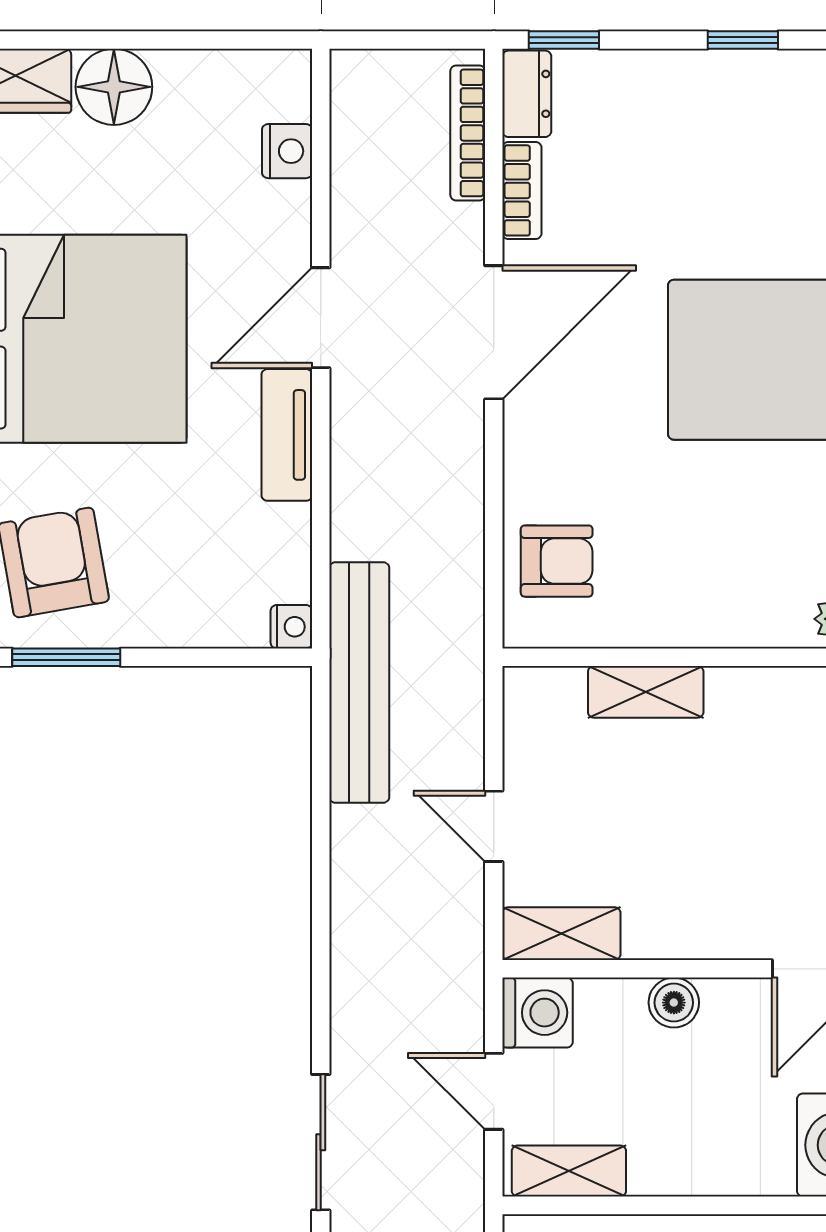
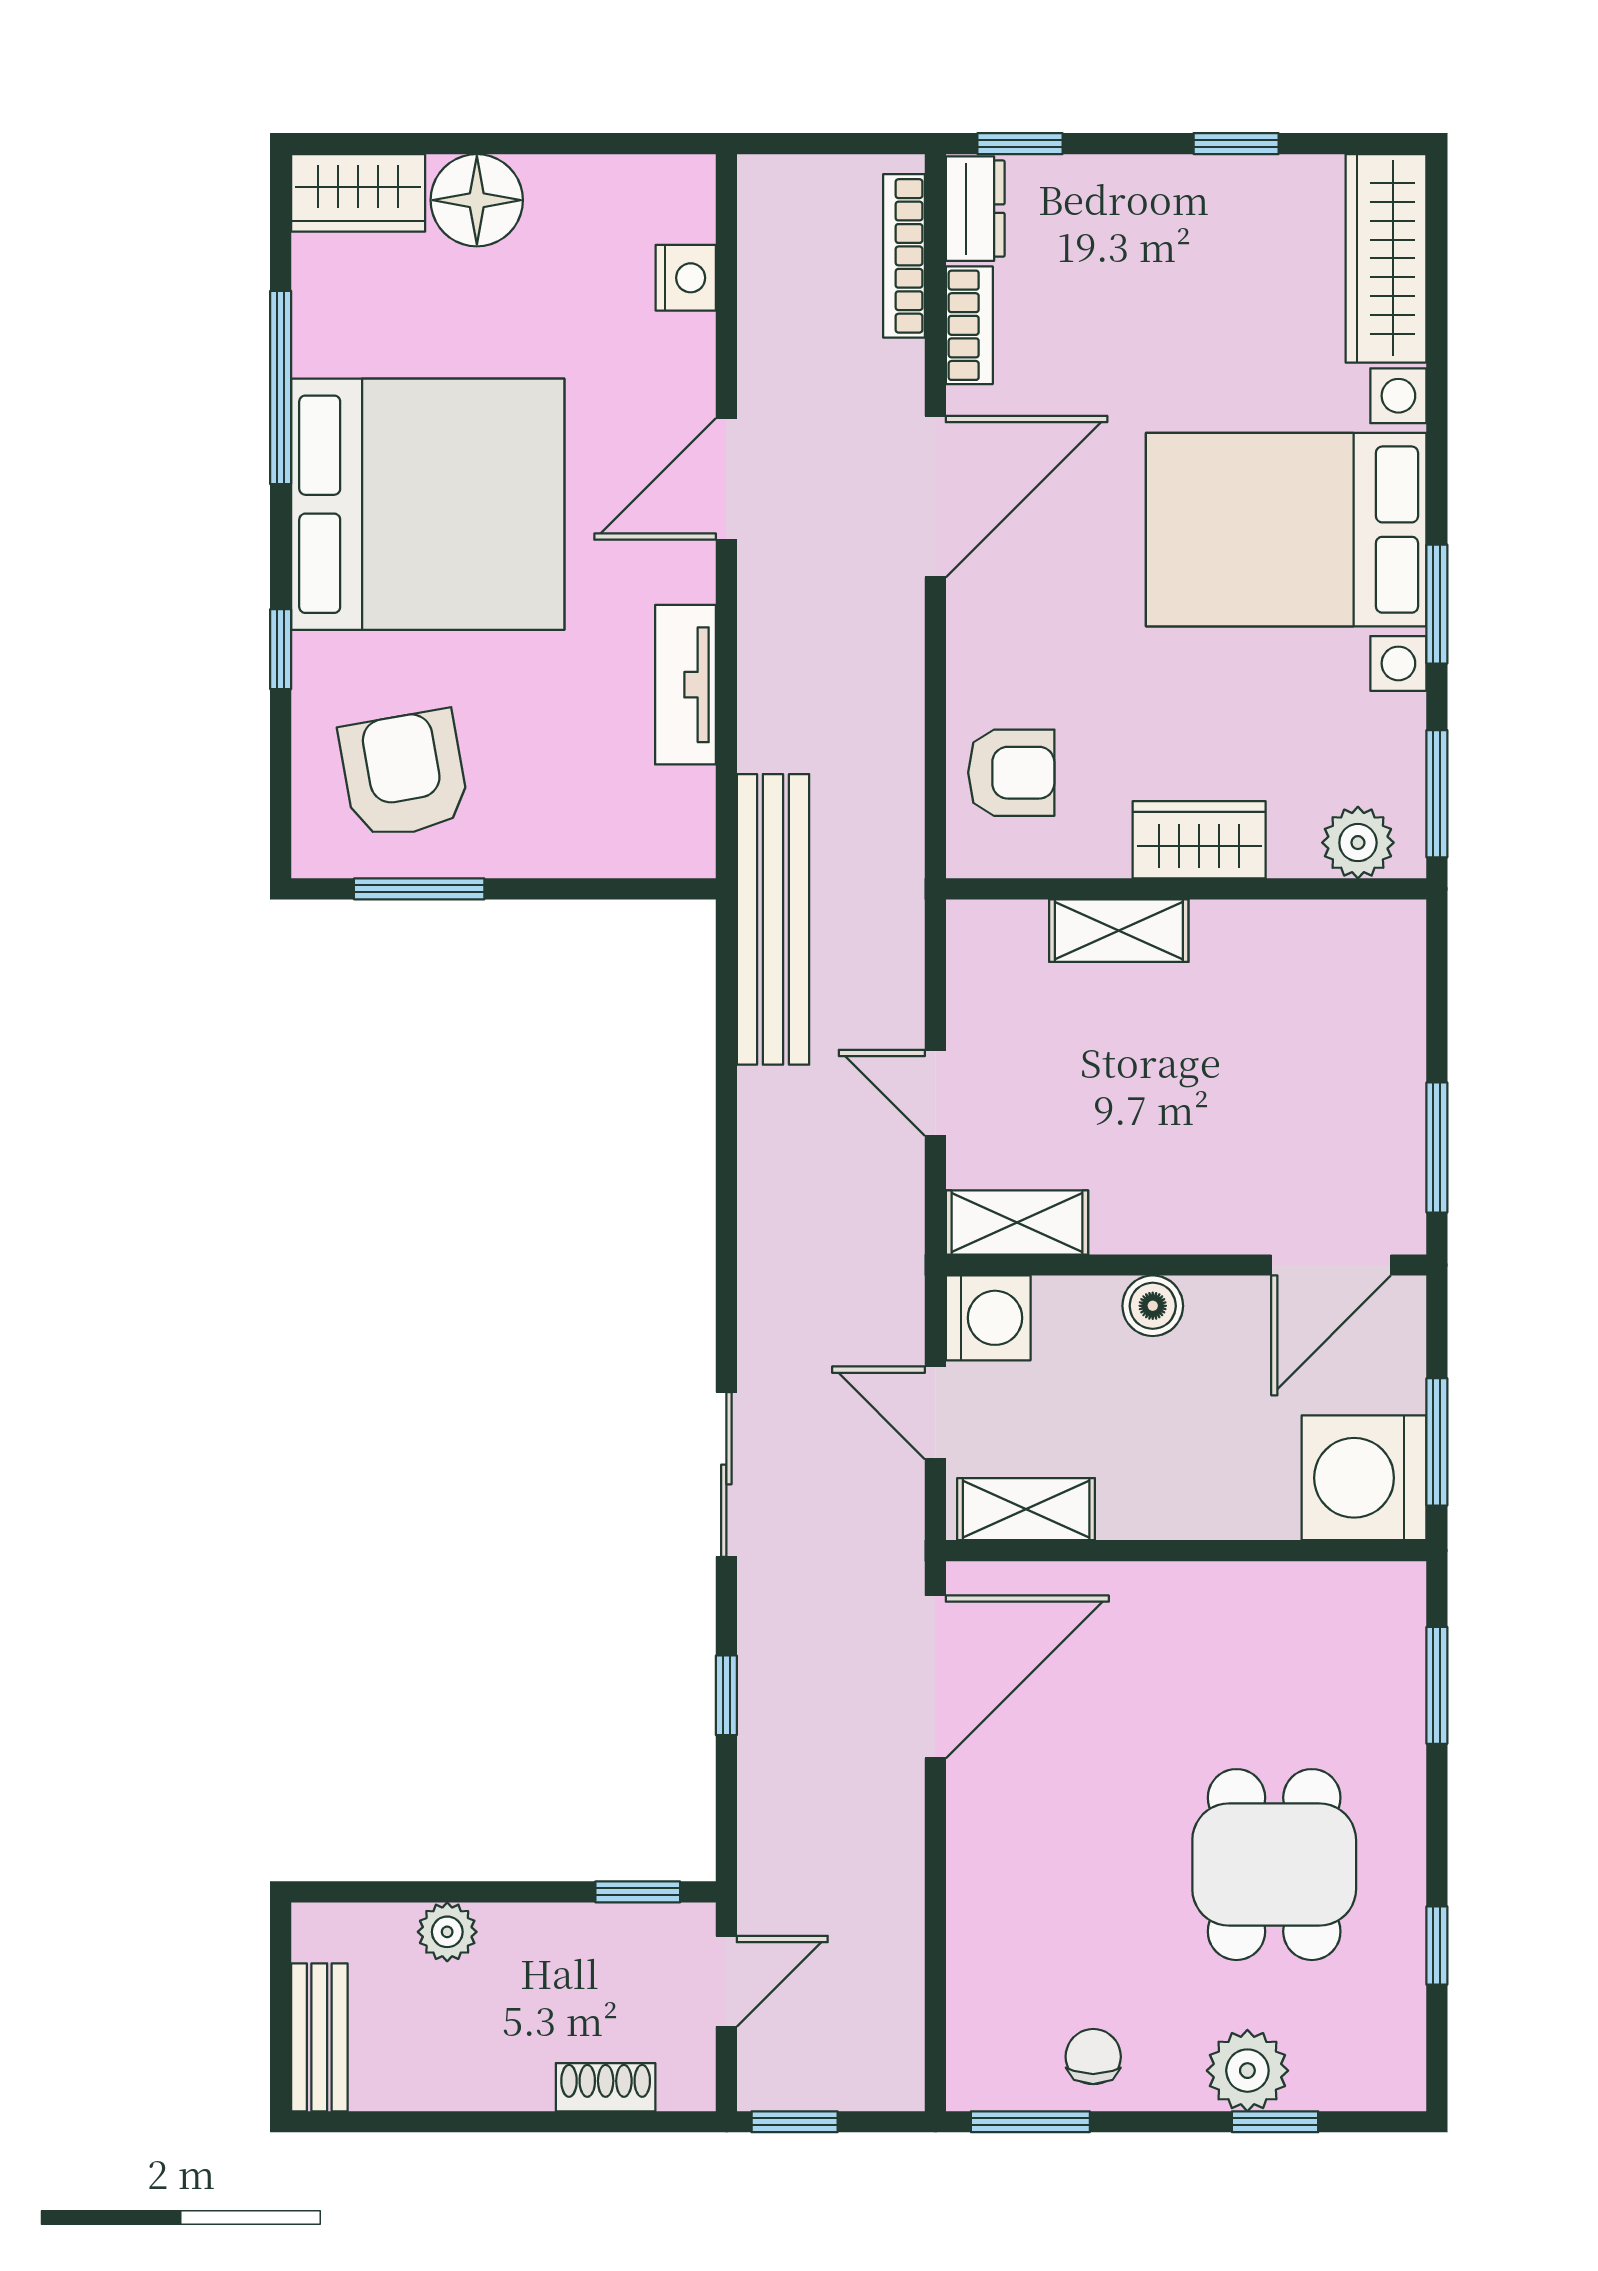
tv unit: (287, 435) -> (685, 685), moved
wardrobe: (712, 617) -> (1199, 840), added
nightstand: (291, 627) -> (691, 852), removed

